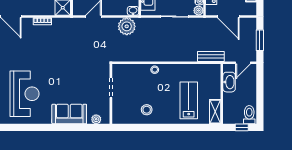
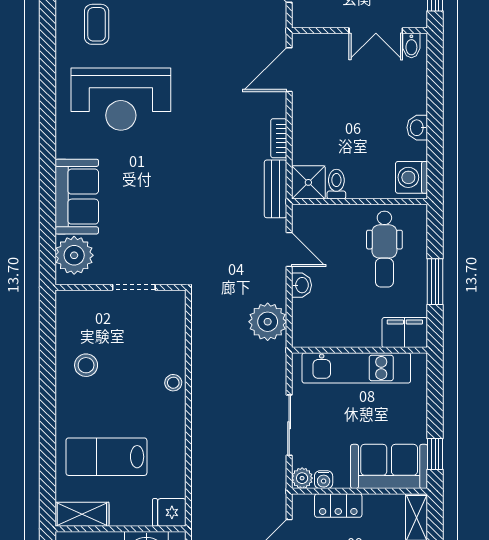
washbasin: (133, 11) -> (301, 285), moved
bench: (211, 56) -> (275, 189), moved
fridge: (214, 72) -> (169, 512), added
lab bench: (189, 100) -> (106, 457), turned 180
plant: (96, 119) -> (74, 255), width x1.88, depth x1.88

